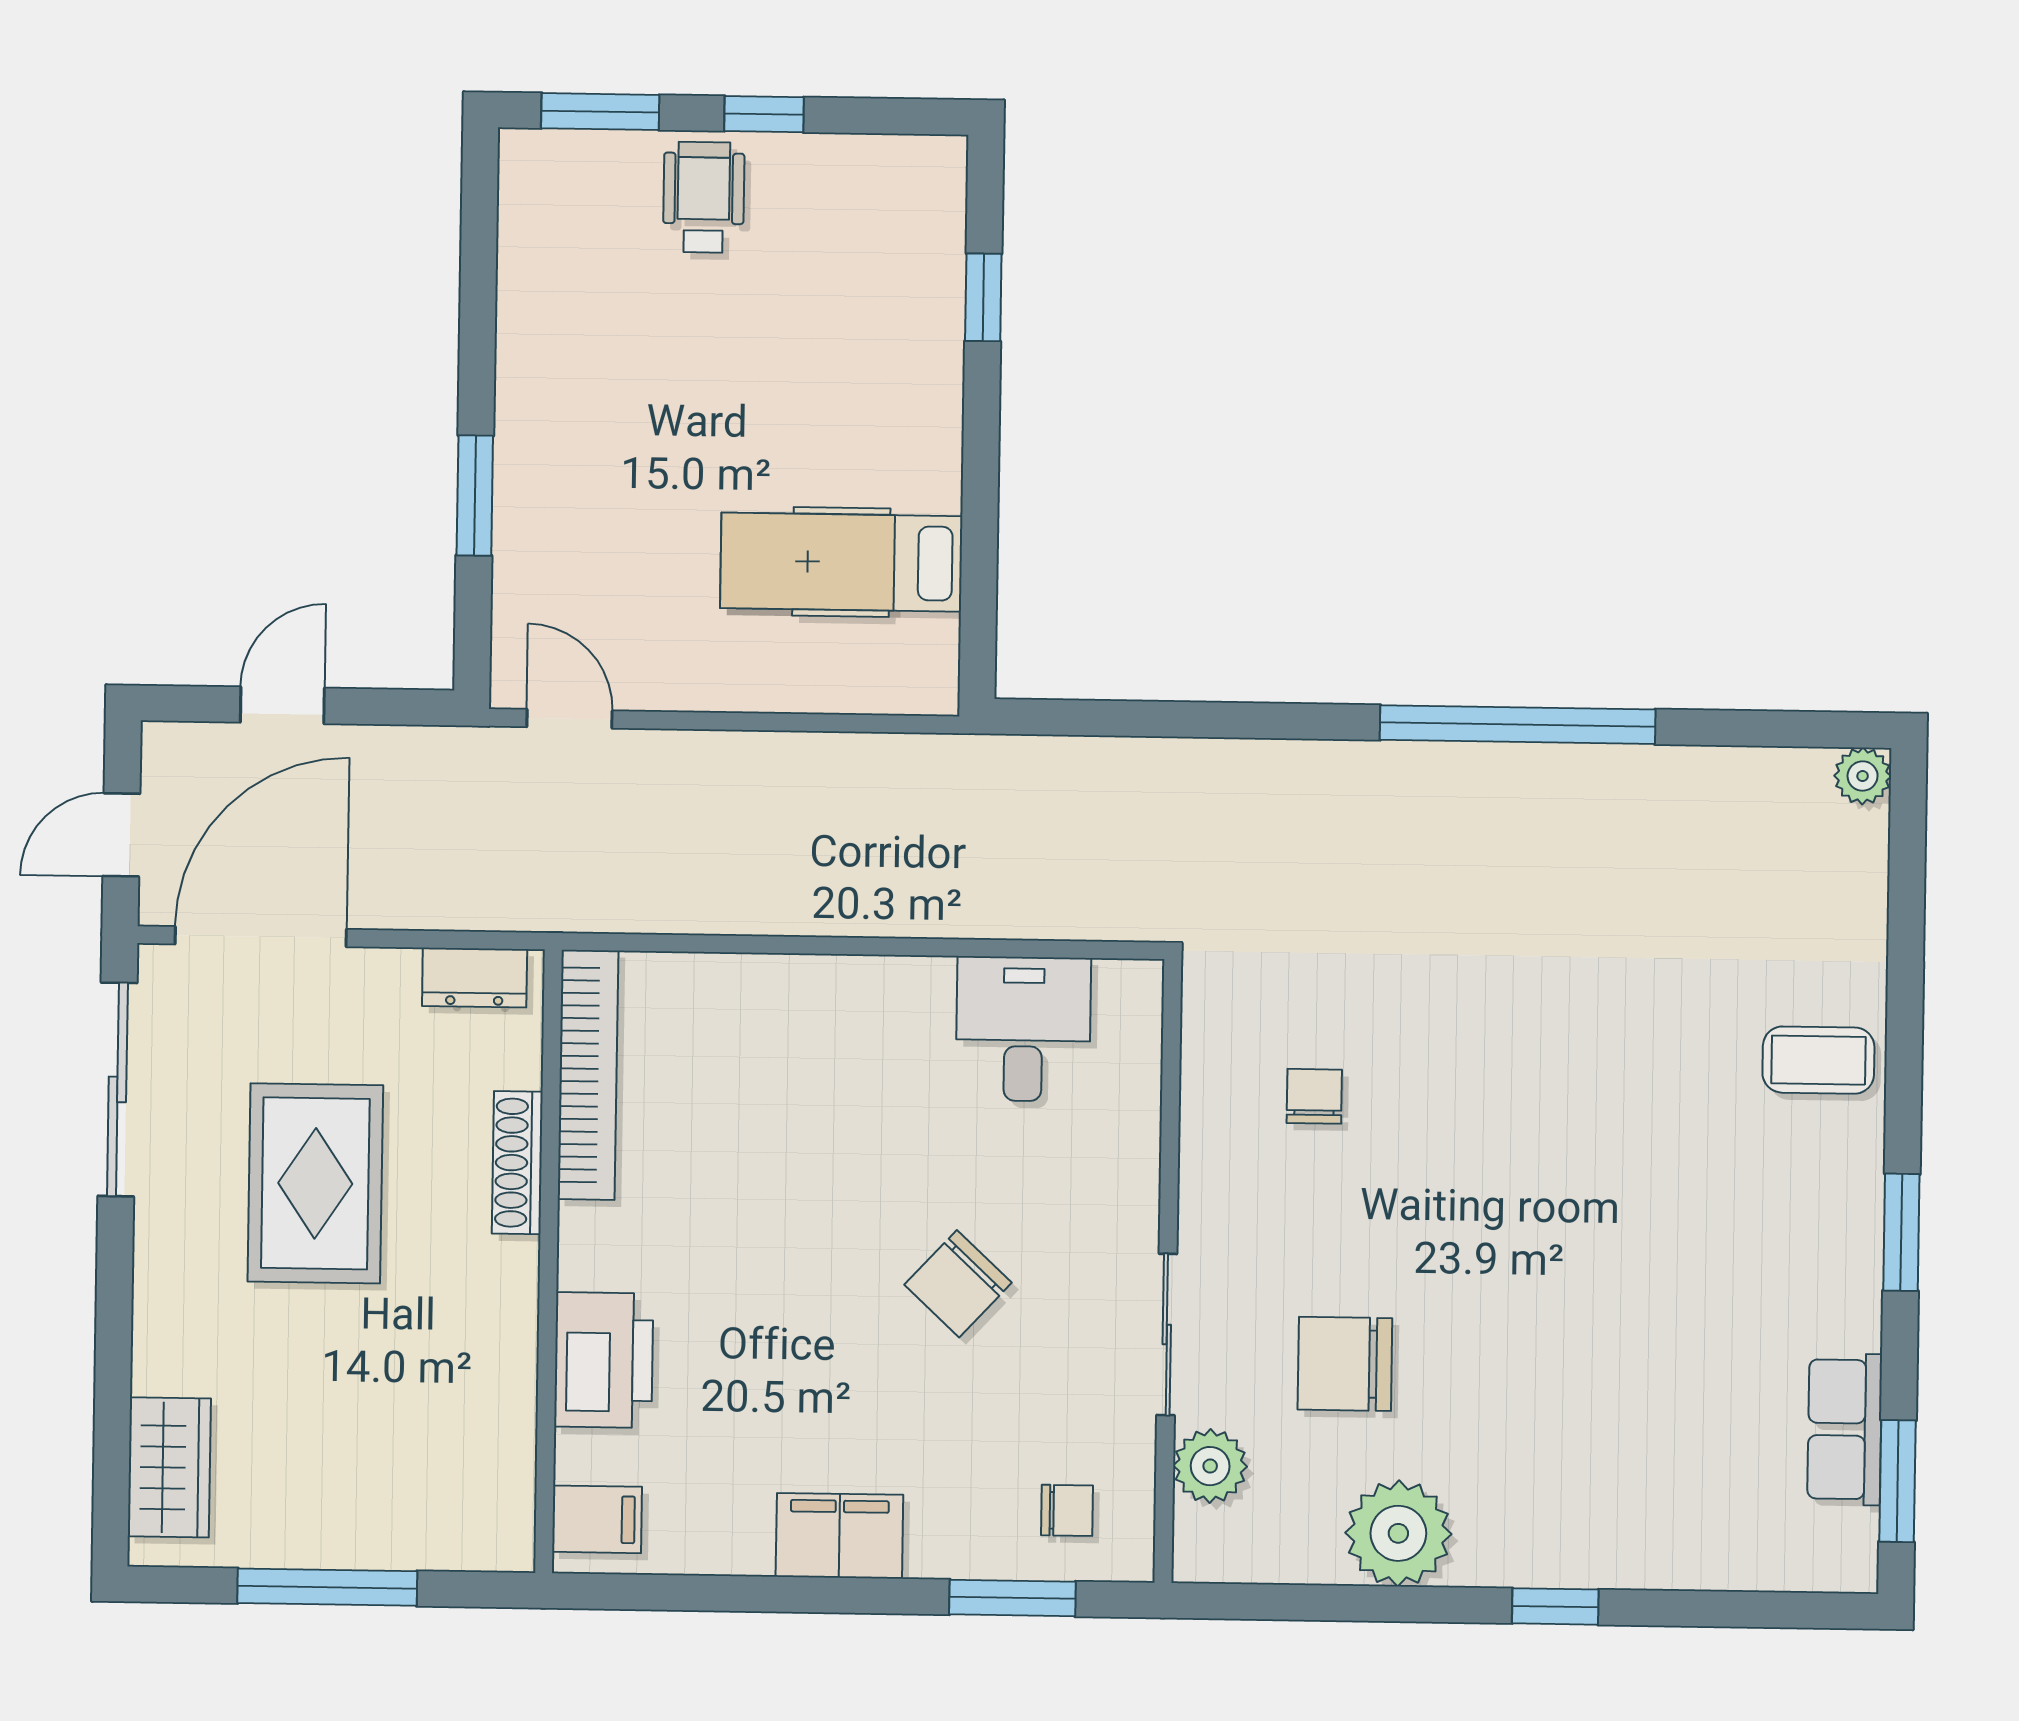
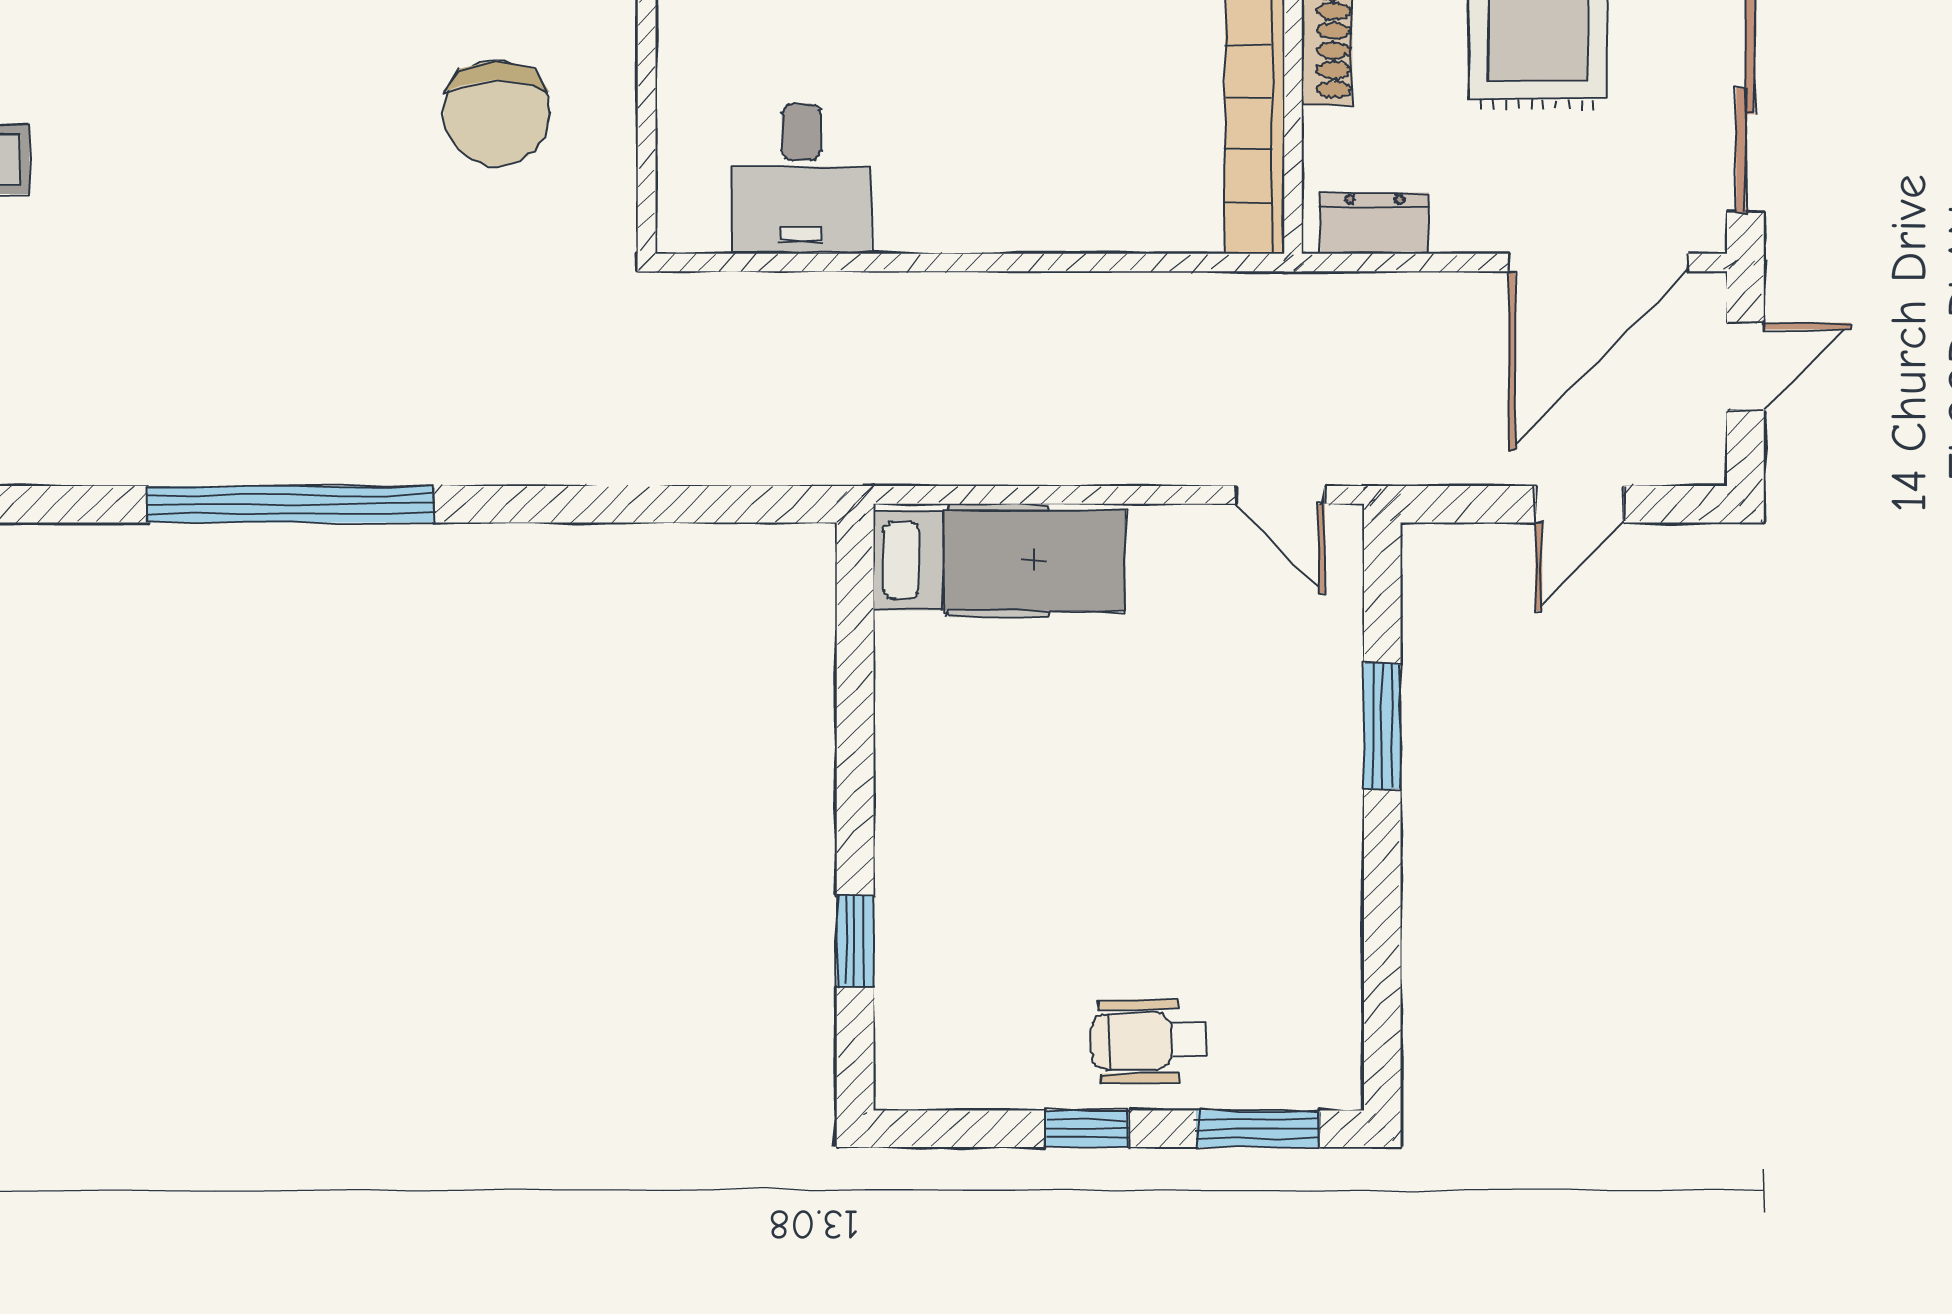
wheelchair: (704, 197) -> (1148, 1041), turned 89
hospital bed: (841, 562) -> (999, 560), moved
chair: (1314, 1096) -> (497, 113), width x1.87, depth x1.87

